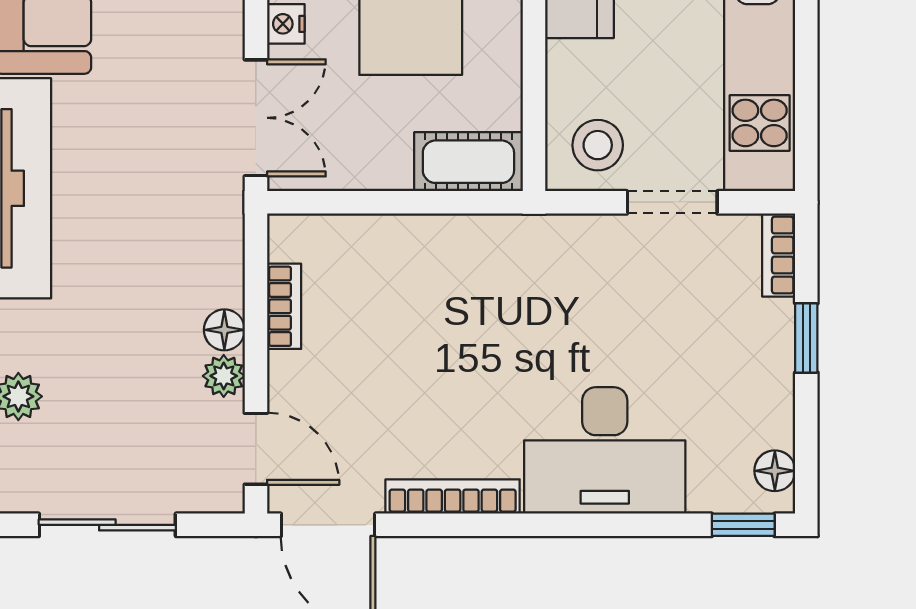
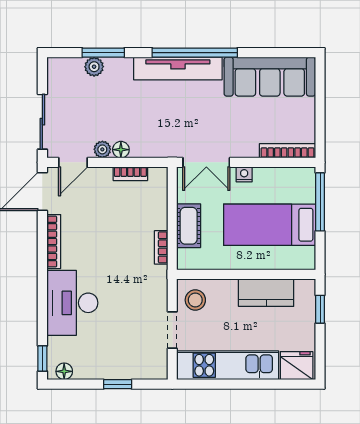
cot: (468, 162) -> (189, 226), moved
bookcase: (779, 255) -> (161, 247), moved, turned -90
sliding door: (107, 525) -> (42, 122), moved

